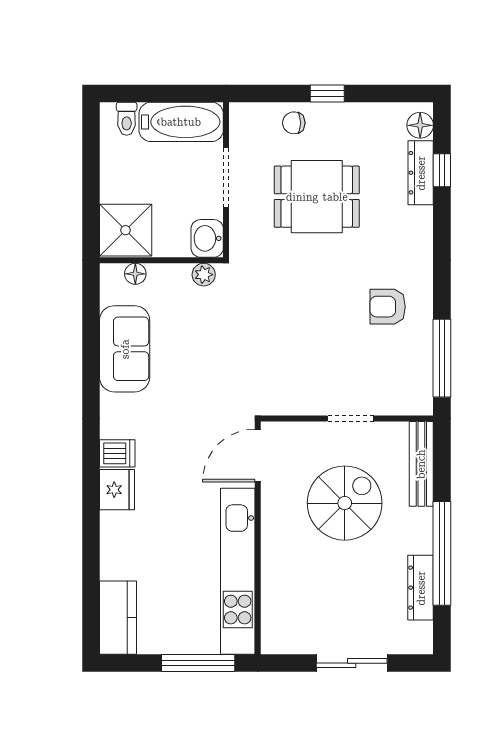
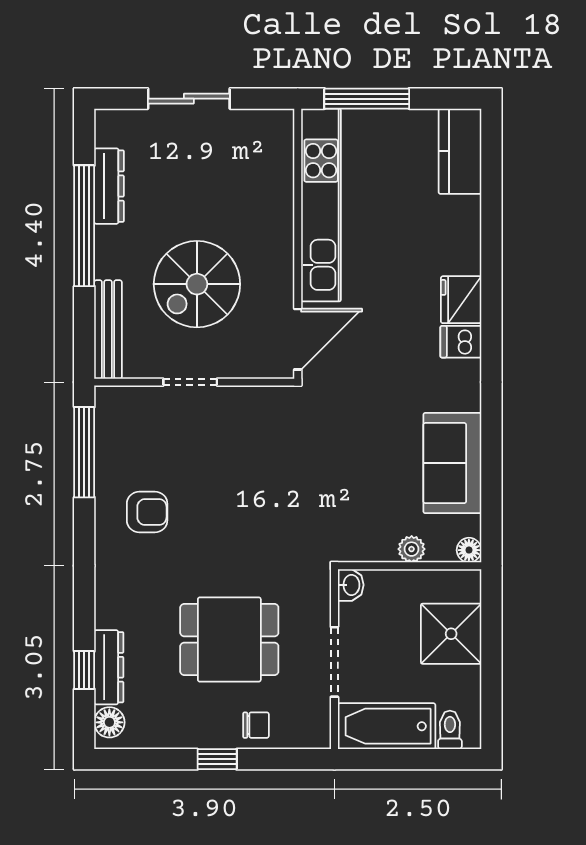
shower: (126, 230) -> (451, 634), moved
washbasin: (207, 238) -> (351, 585), width x0.72, depth x0.69
floor lamp: (135, 274) -> (469, 550), moved
plant: (204, 275) -> (412, 549), moved

